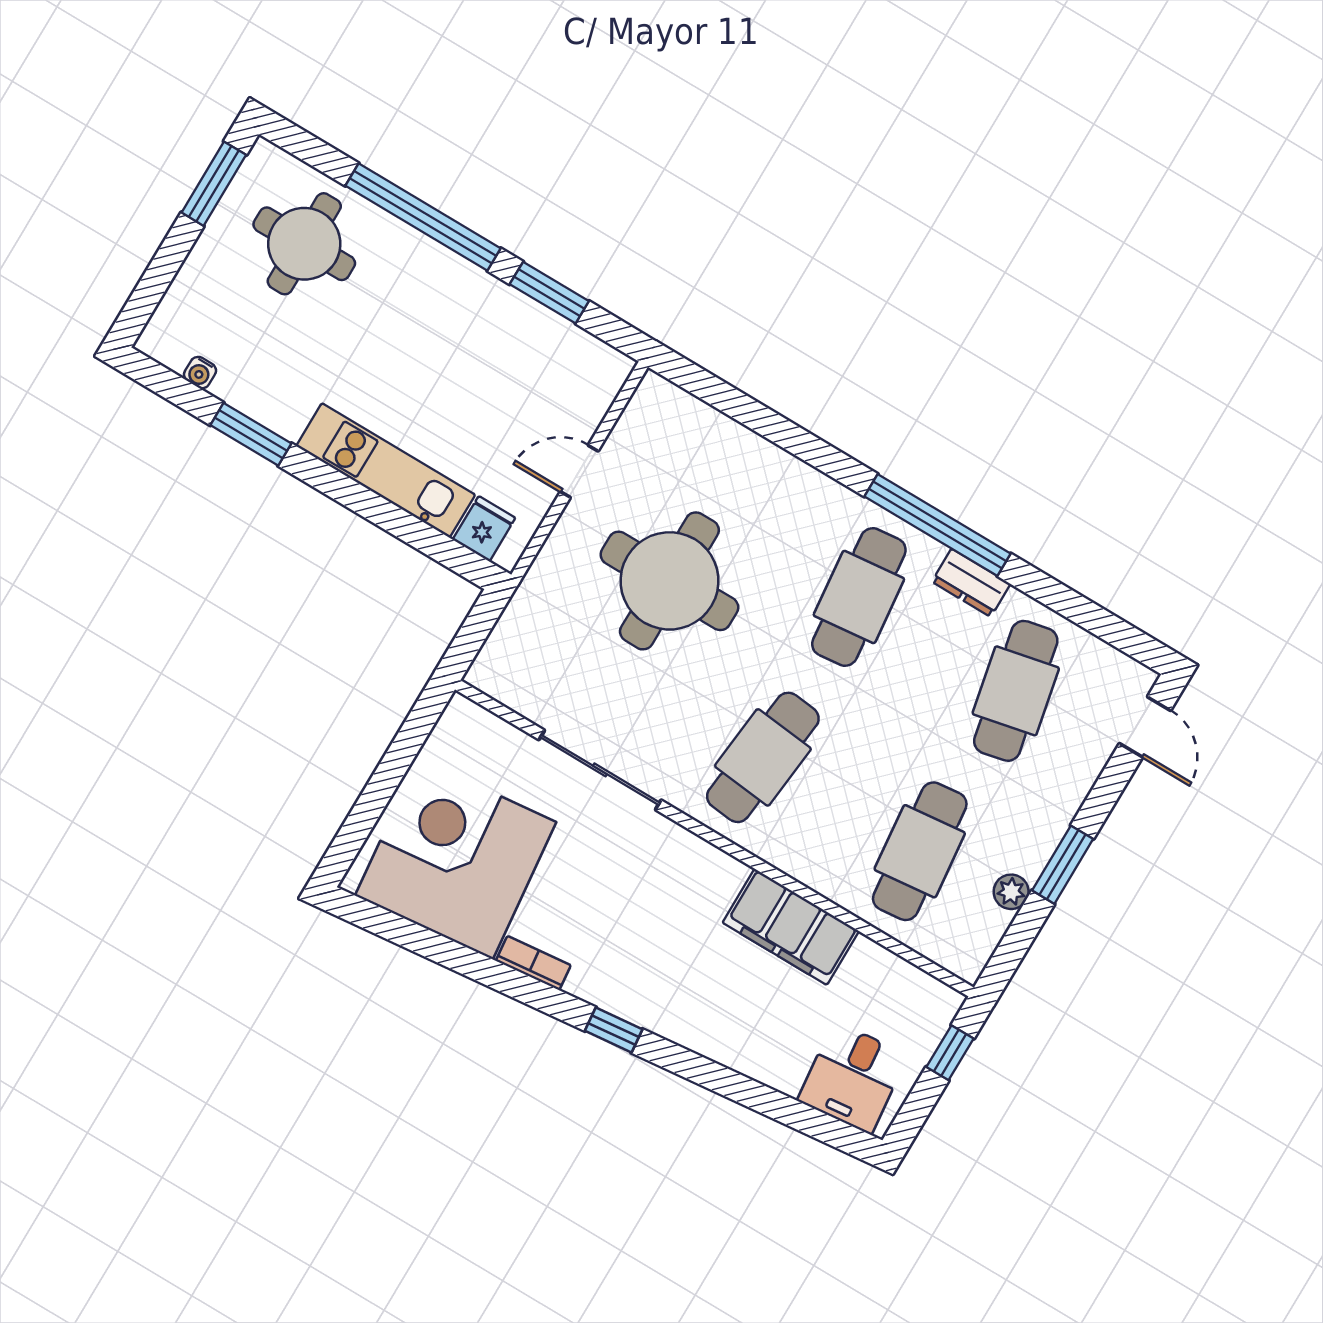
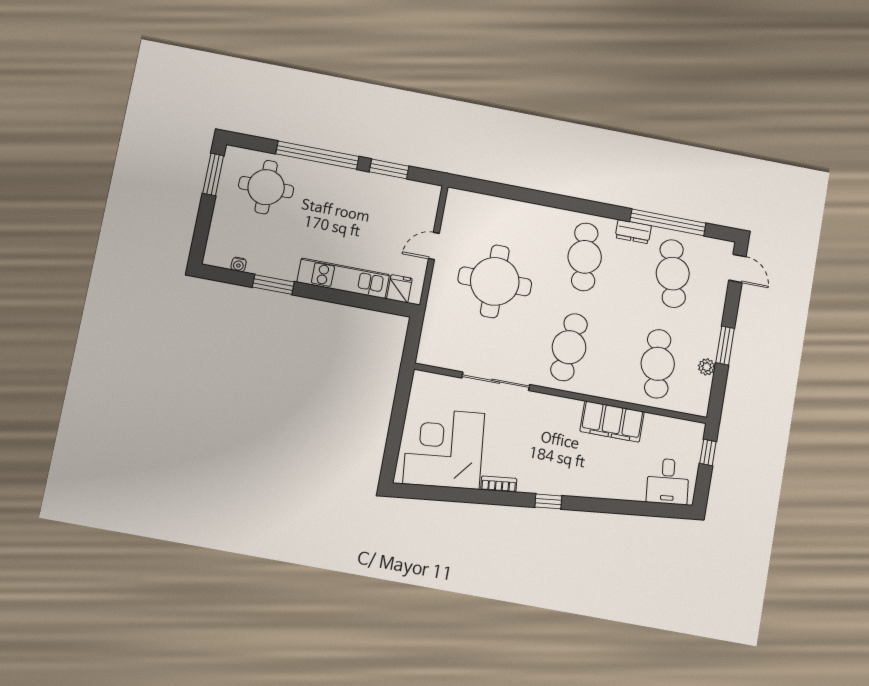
window: (938, 525) -> (668, 222), moved

